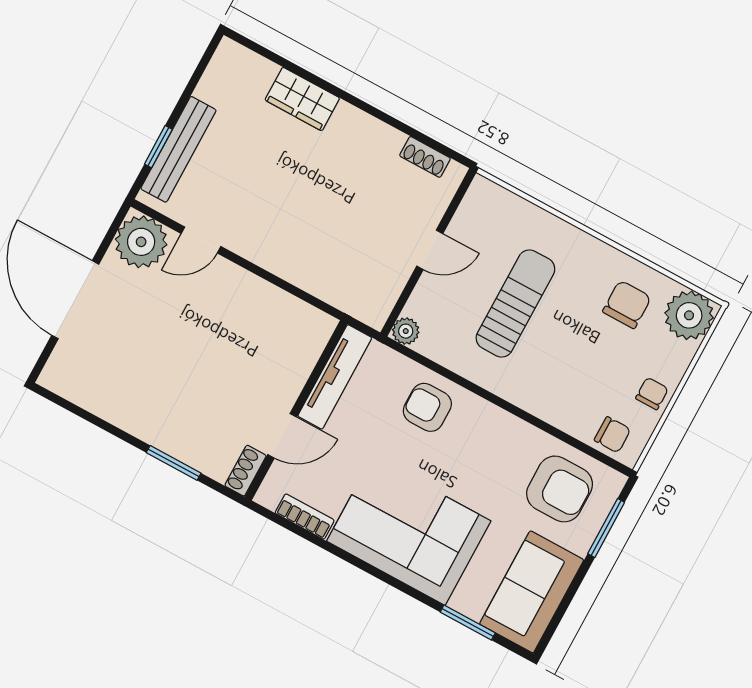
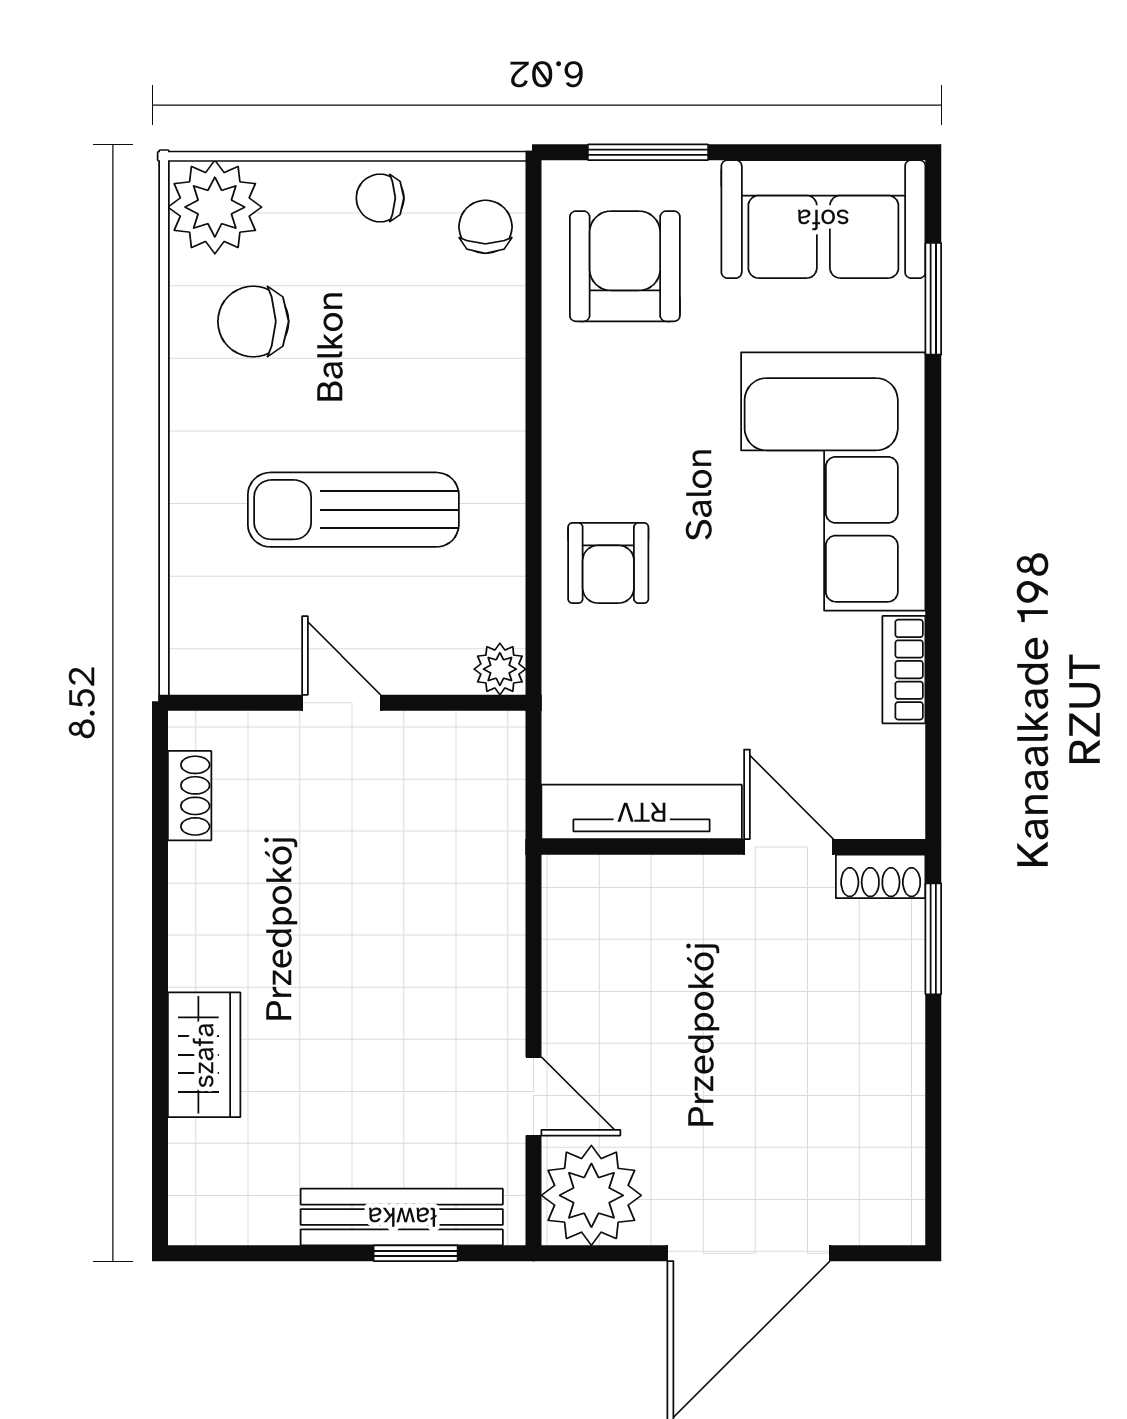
tv unit: (335, 377) -> (642, 812), moved
wall: (296, 410) -> (733, 847), moved
door: (282, 436) -> (789, 847), moved
shoe rack: (246, 471) -> (881, 876), moved

